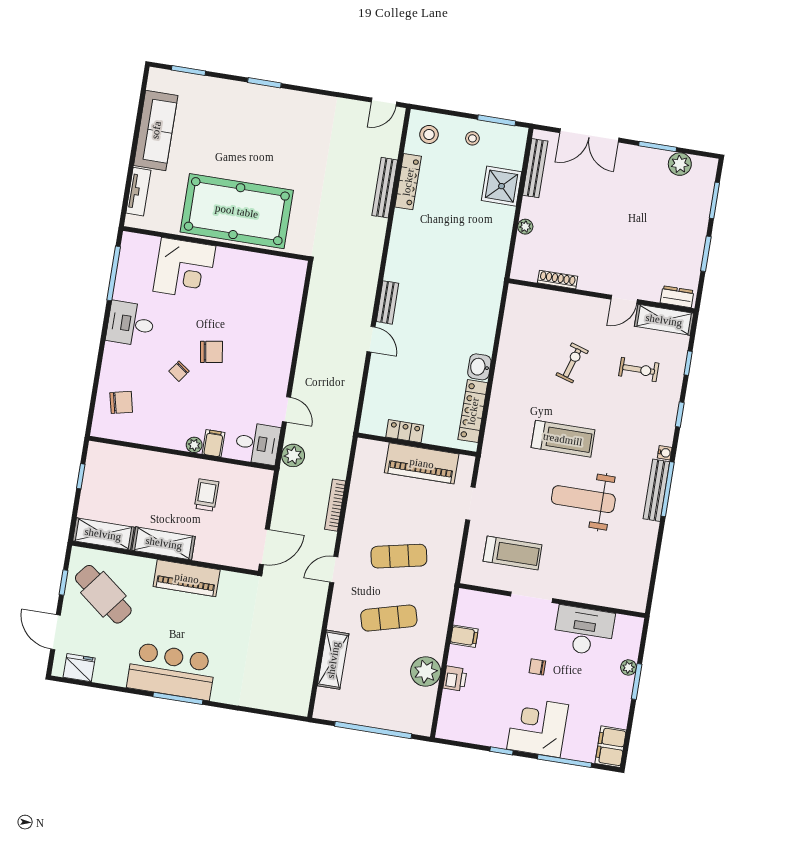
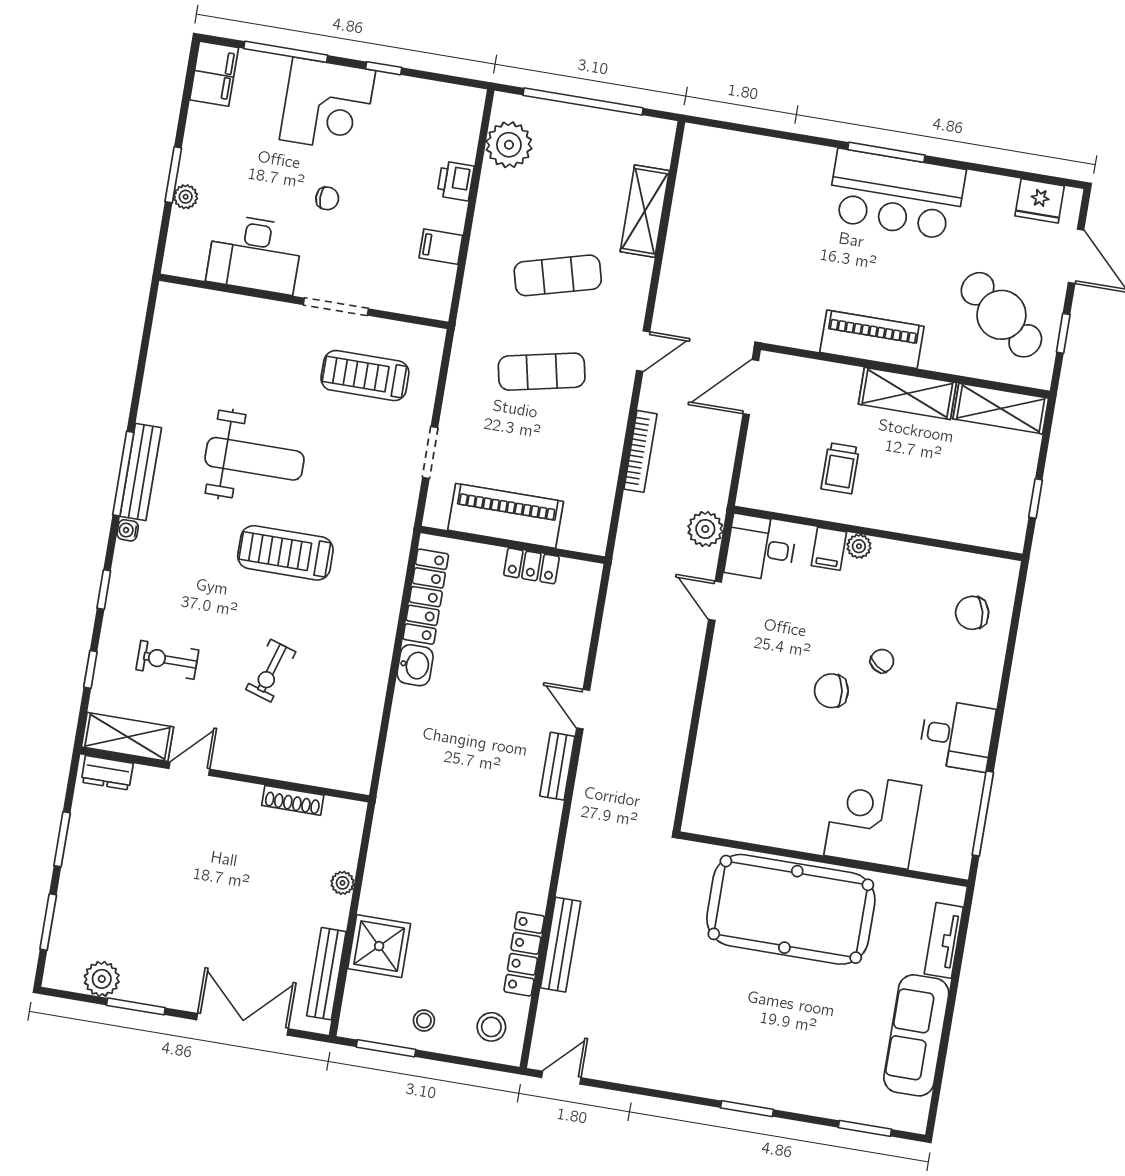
plant: (426, 672) -> (509, 145), moved

